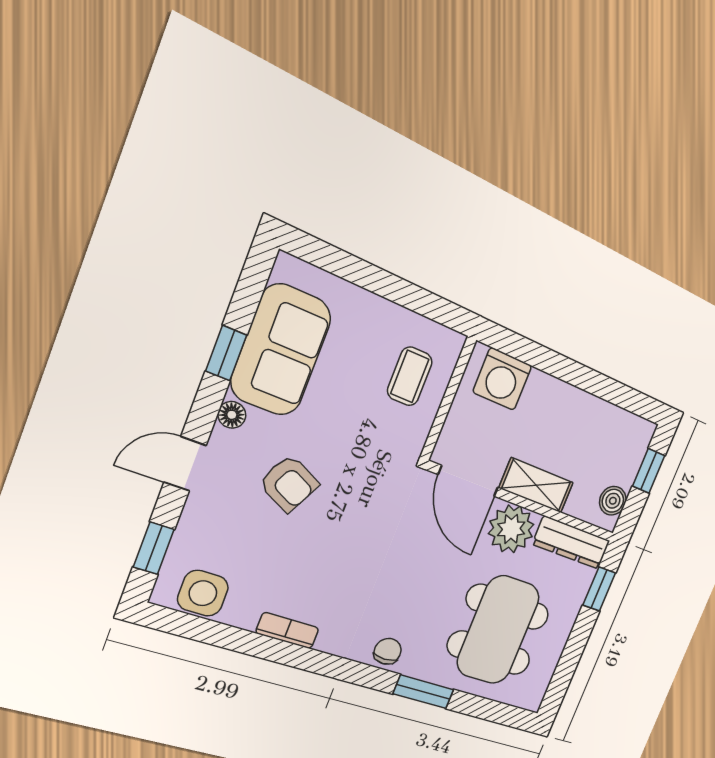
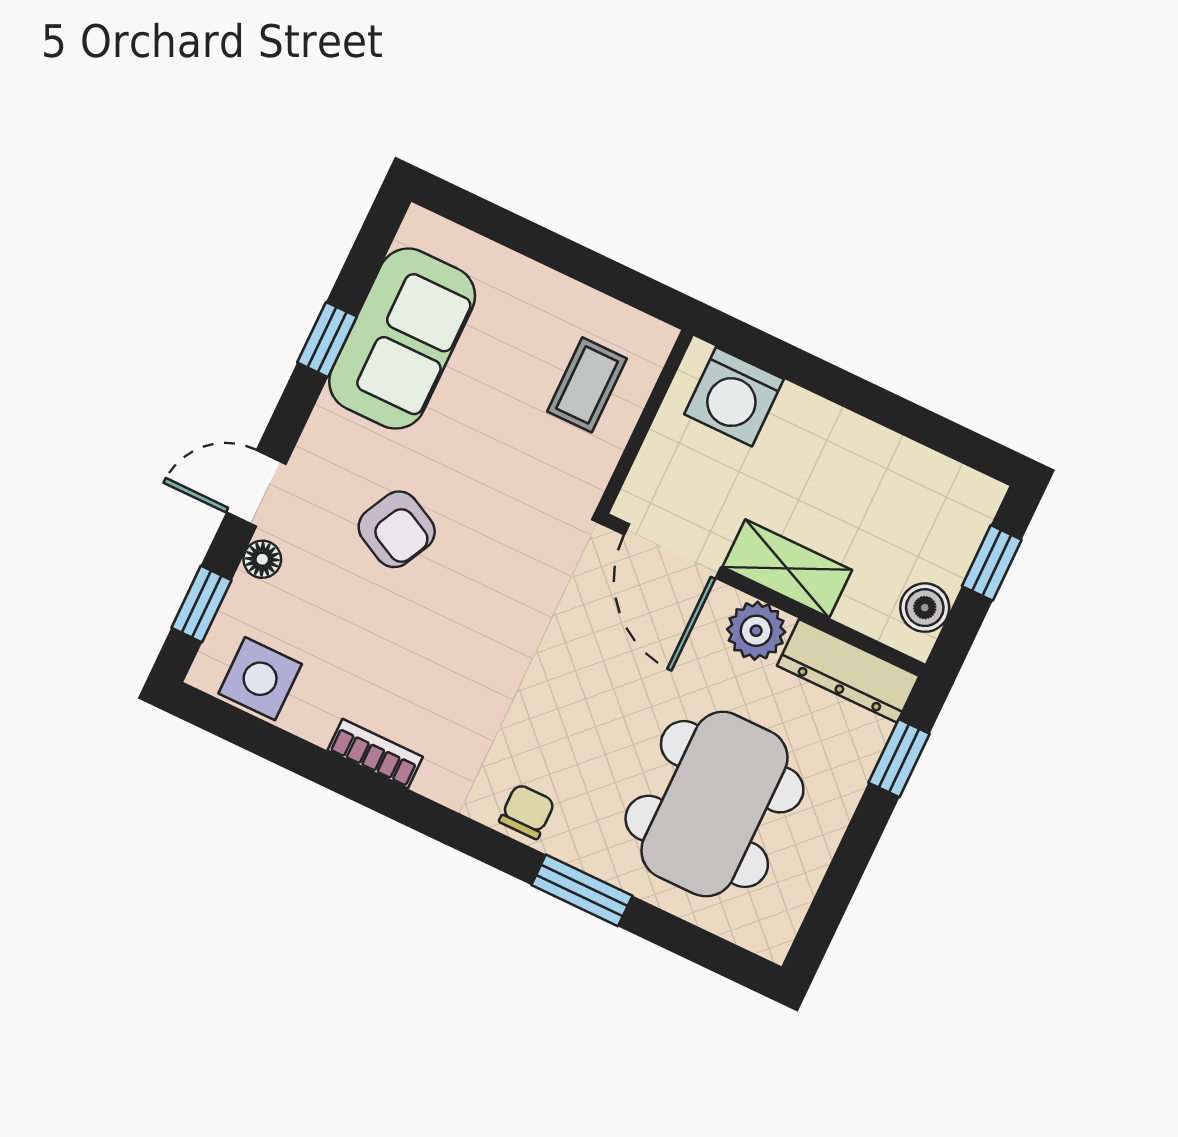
floor lamp: (232, 415) -> (262, 559), moved
plant: (511, 529) -> (756, 631), width x0.73, depth x0.73

